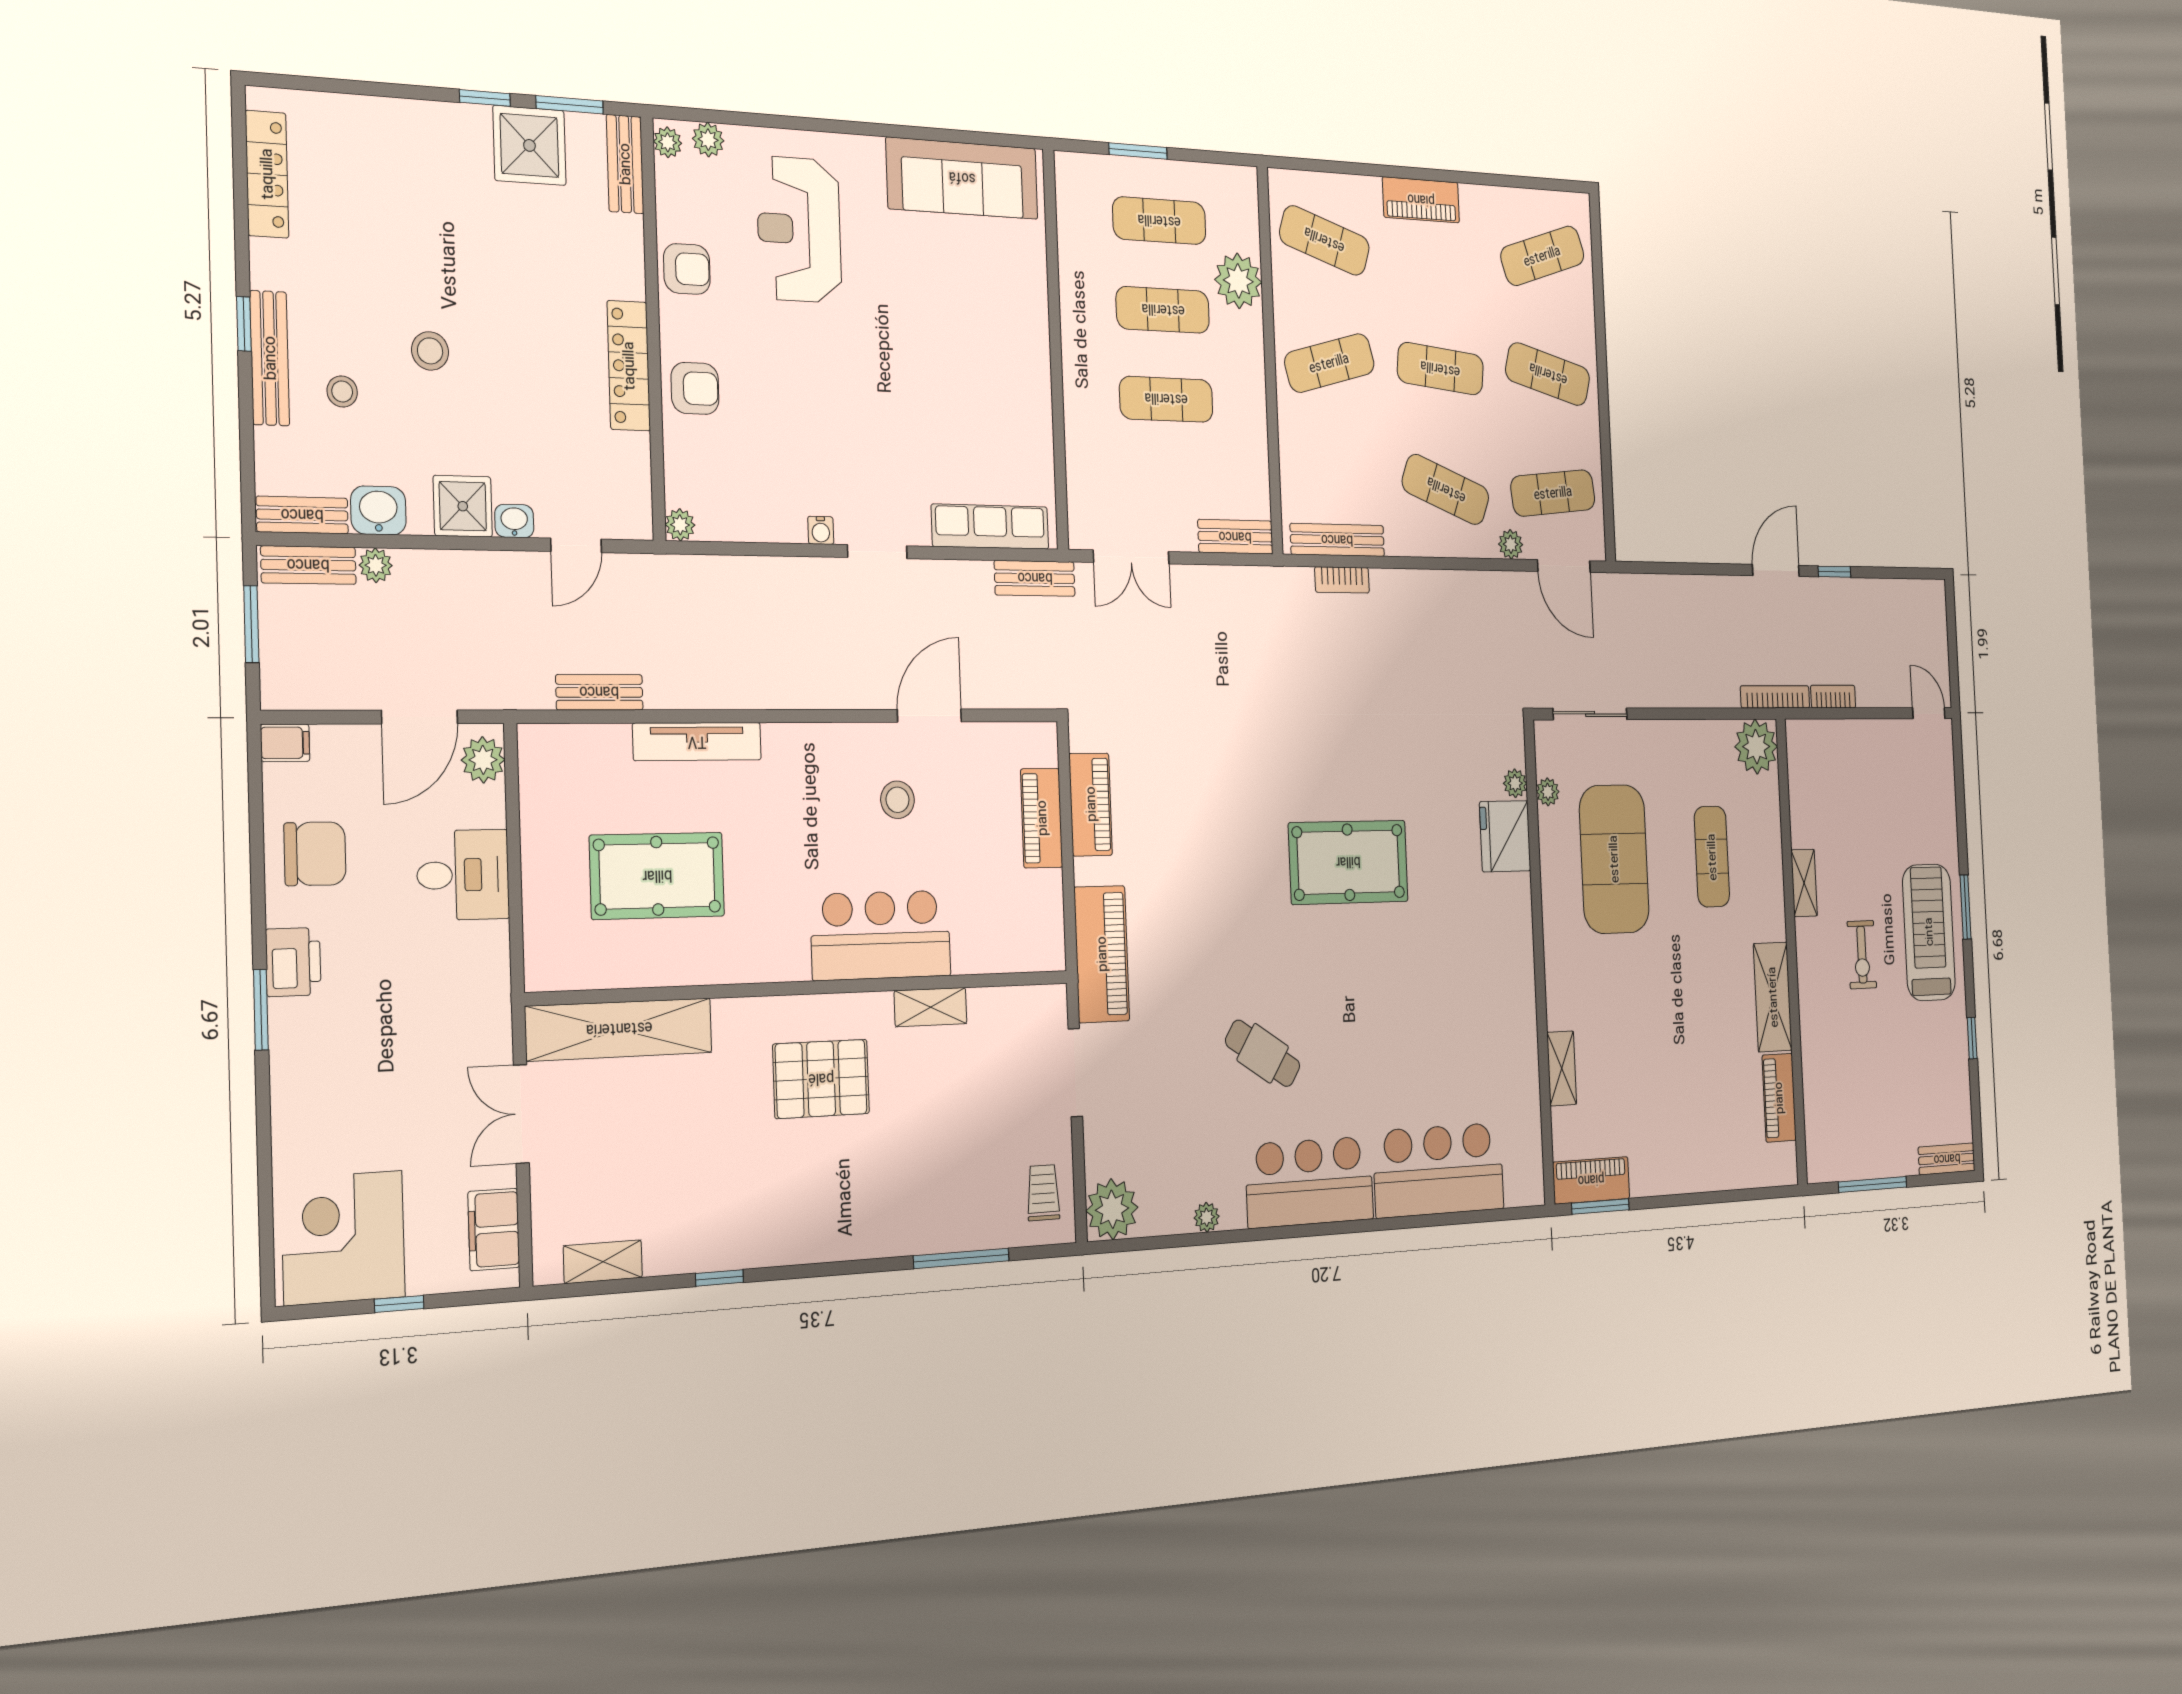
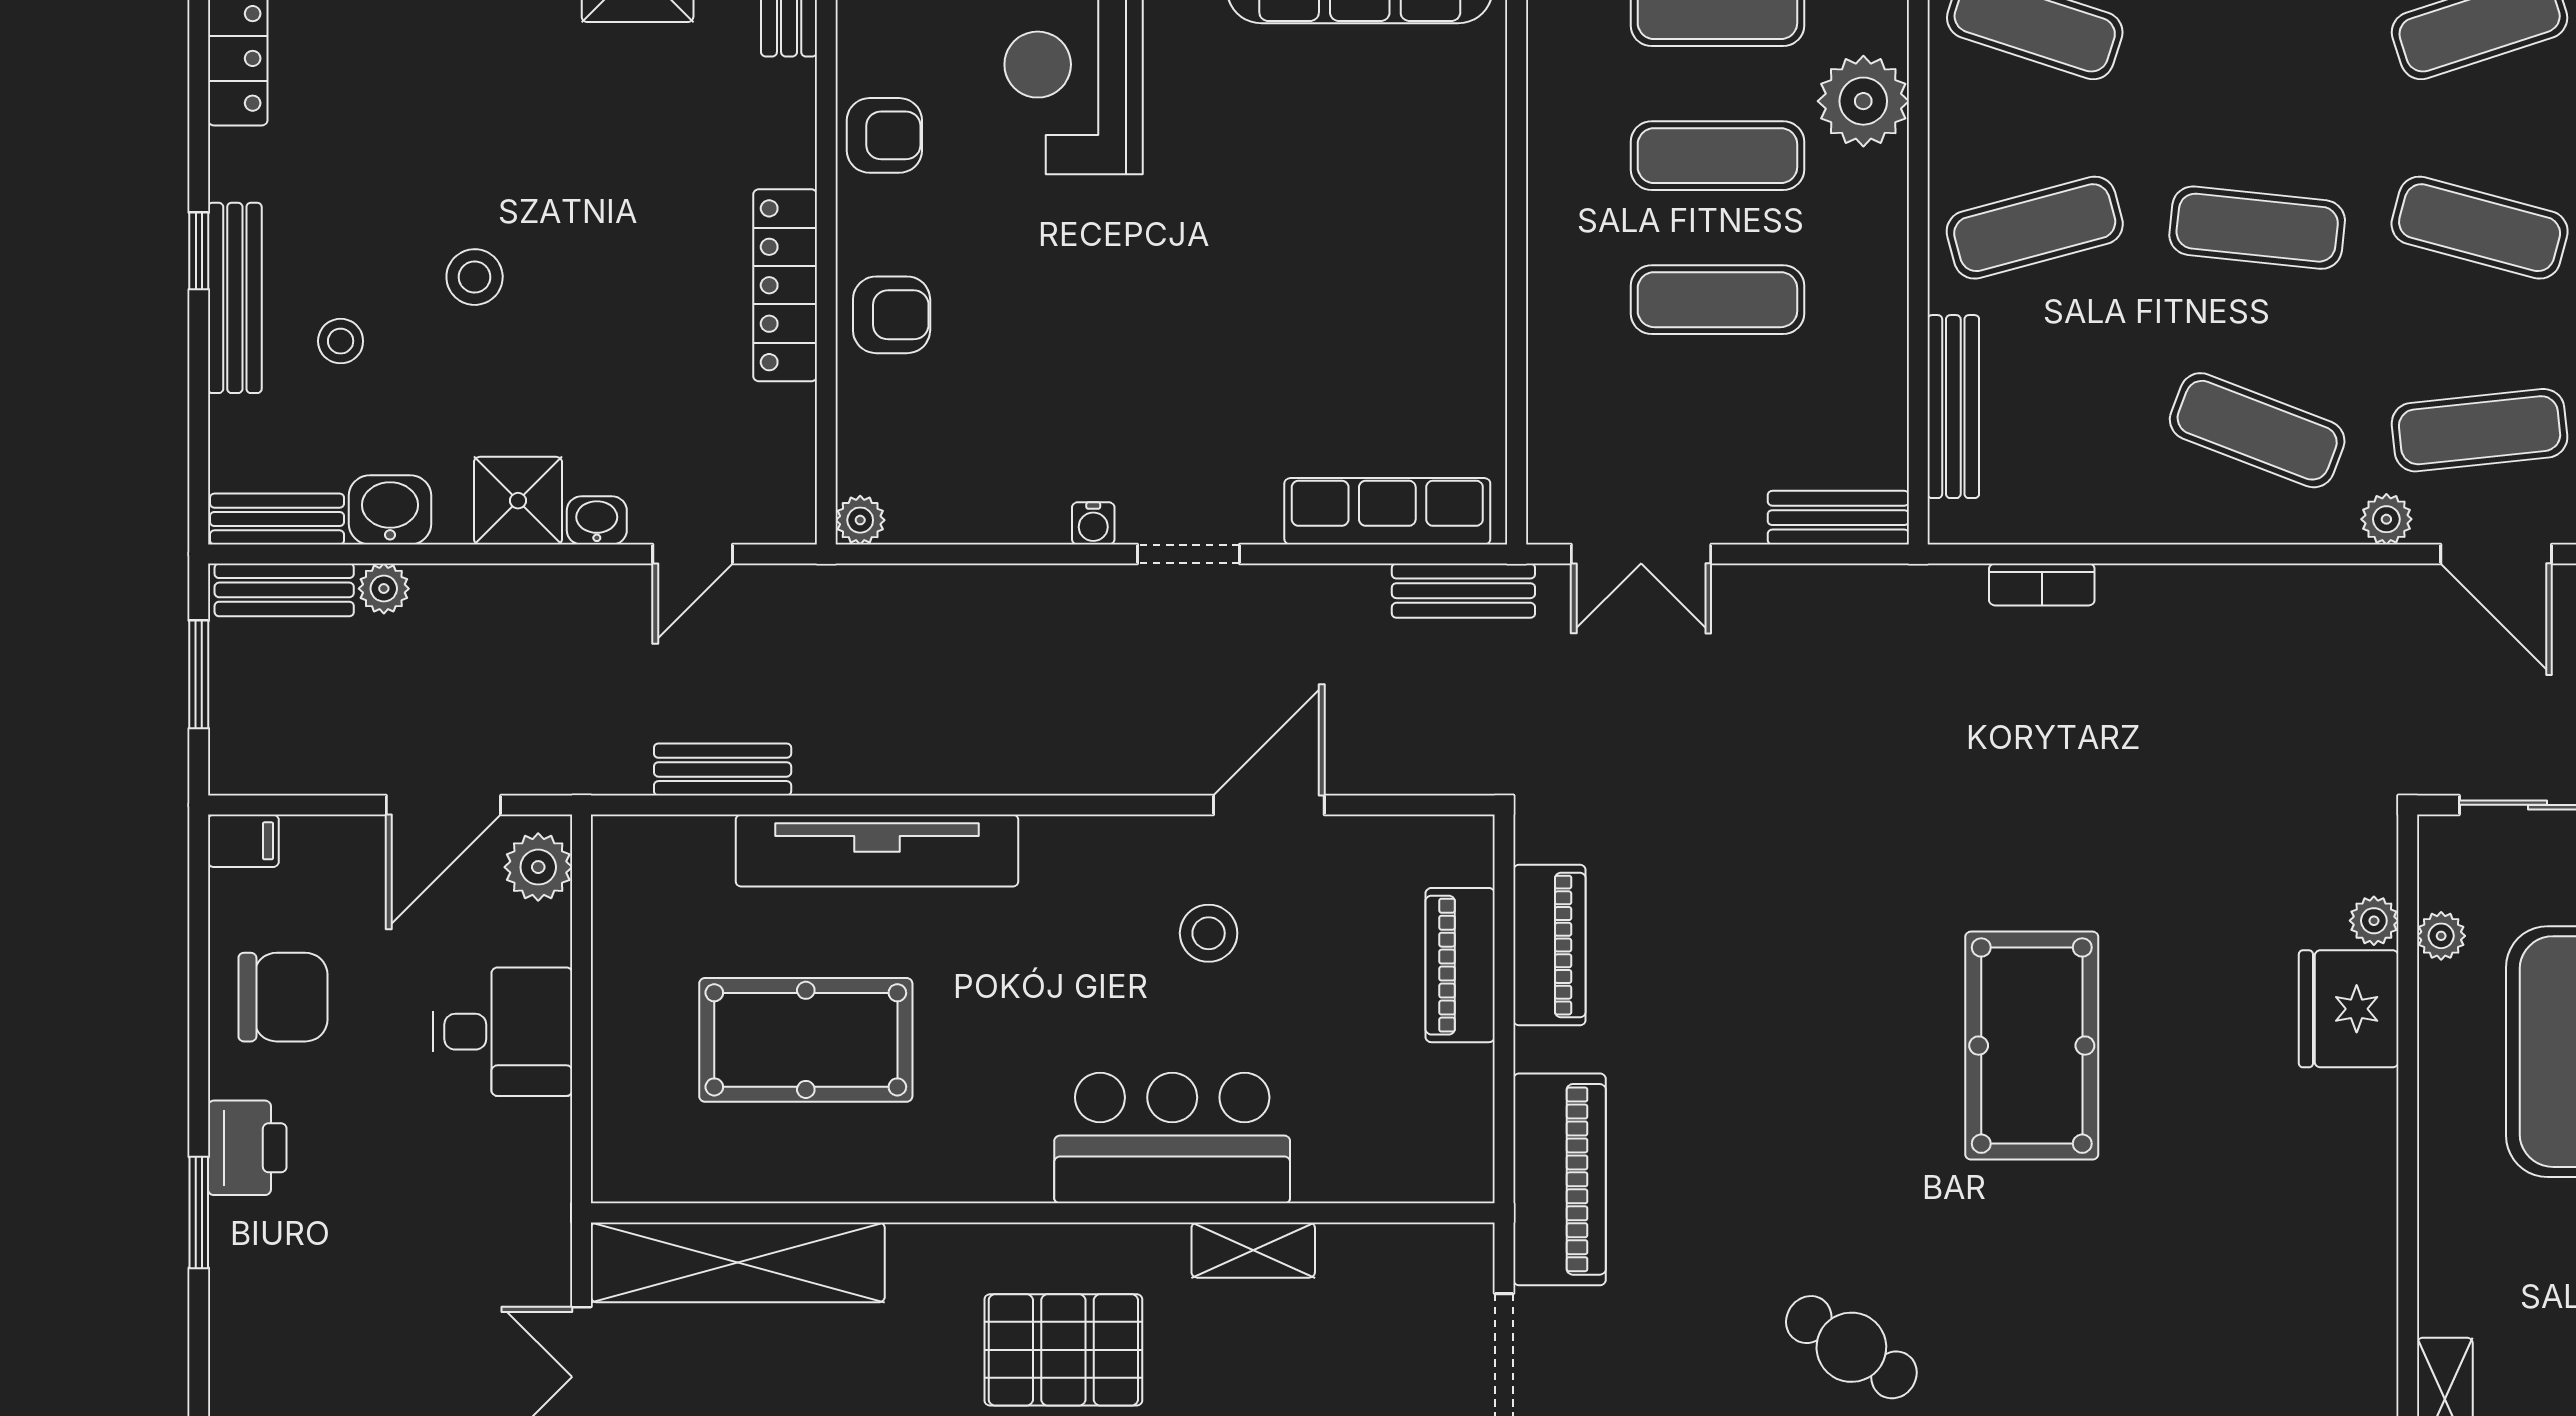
bench: (1337, 540) -> (1953, 407), moved, turned 90
tv unit: (697, 742) -> (877, 851), width x1.36, depth x1.29
pool table: (1348, 862) -> (2032, 1046), turned 90

